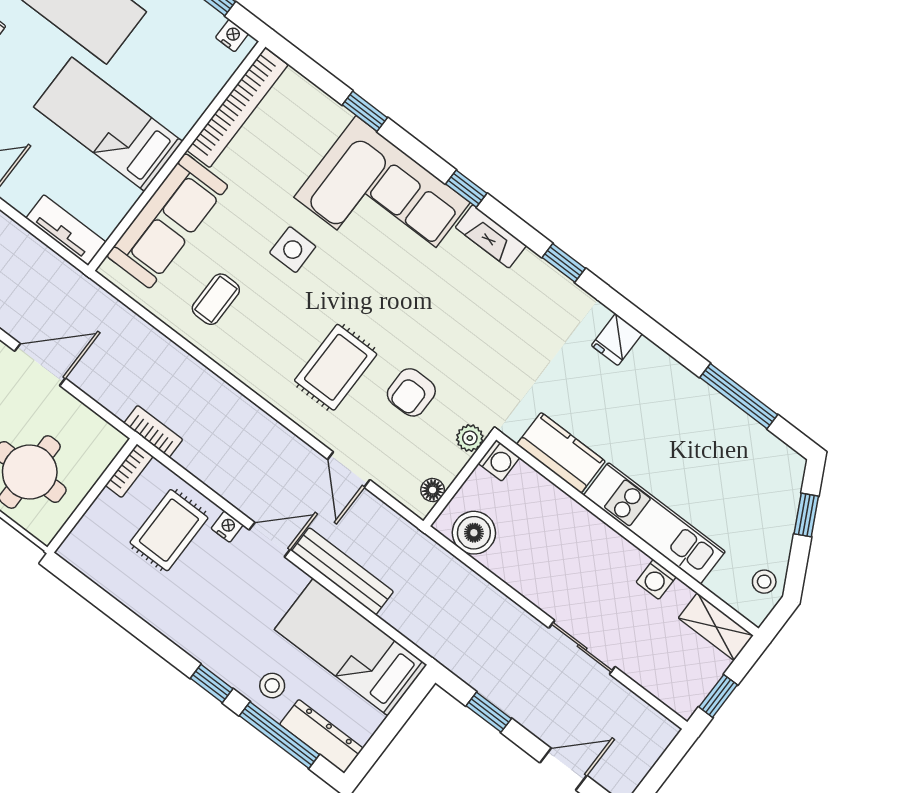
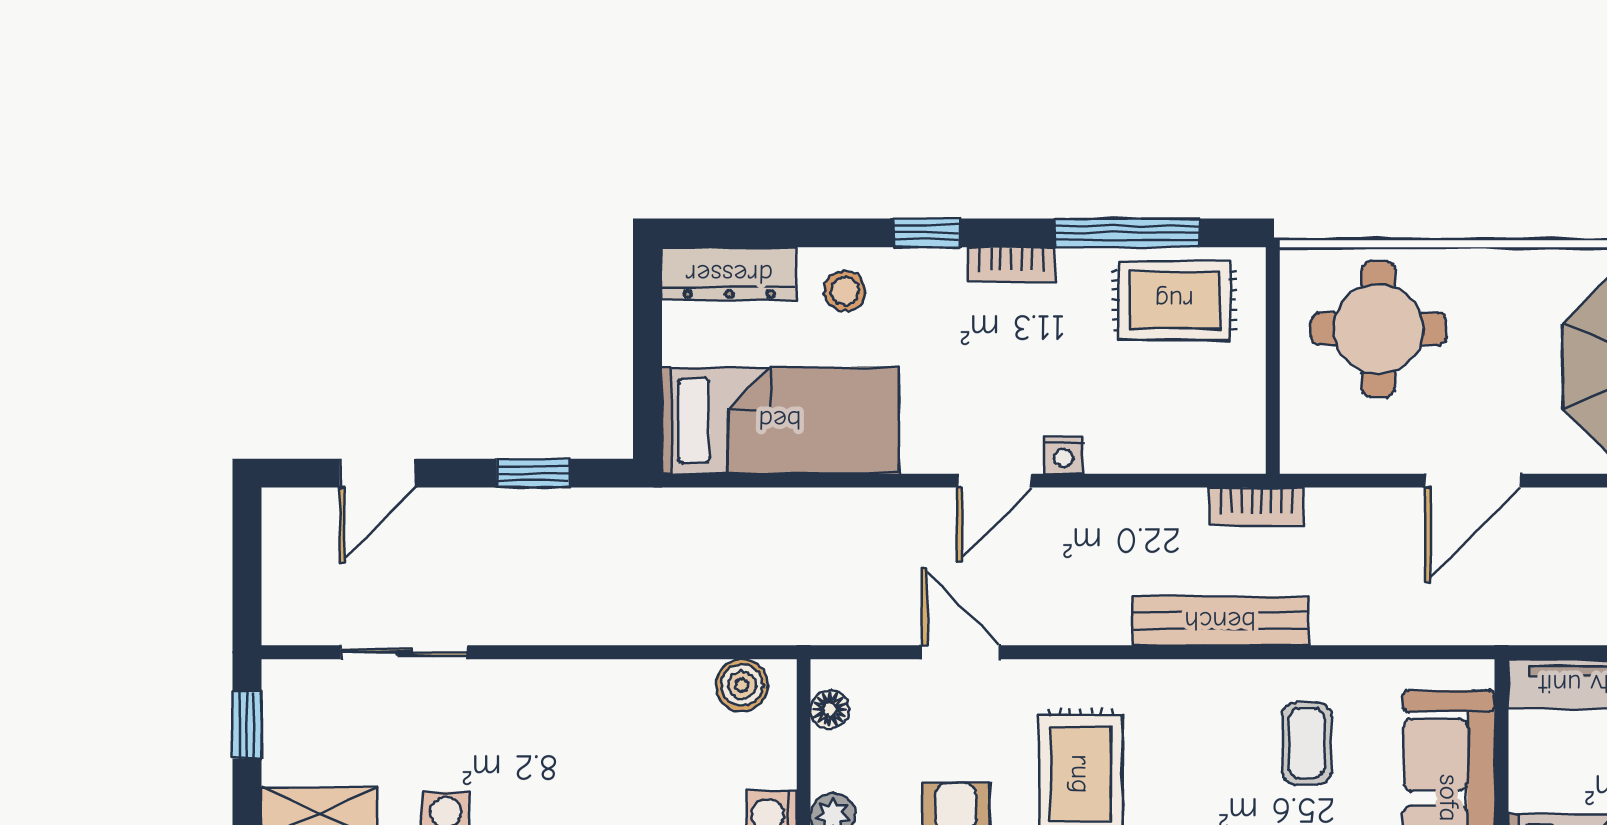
bookcase: (129, 471) -> (1011, 265), moved, turned -90
rug: (169, 530) -> (1174, 300), moved, turned 90
boiler: (474, 533) -> (742, 685), width x0.73, depth x0.73
bench: (342, 571) -> (1220, 621), moved
sliding door: (582, 647) -> (404, 652), moved
window: (279, 735) -> (1127, 233), moved

